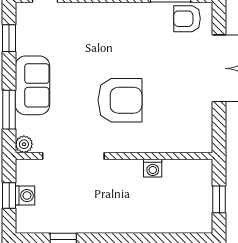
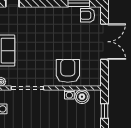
armchair: (120, 100) -> (68, 71), moved, turned -90
boiler: (177, 172) -> (82, 97), added

